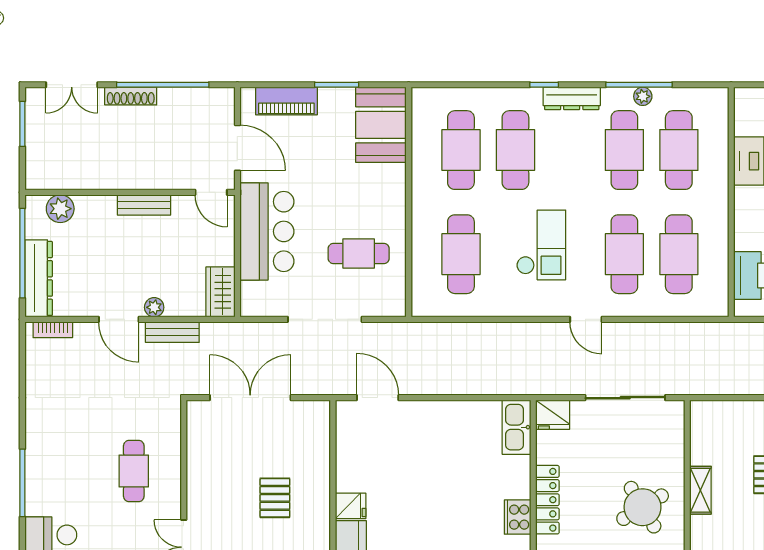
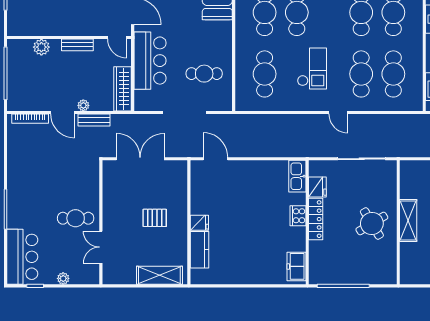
plant: (60, 209) -> (41, 47), moved
dresser: (39, 278) -> (15, 88), removed
wardrobe: (221, 292) -> (123, 89), width x1.50
bookcase: (53, 330) -> (30, 119), width x1.56
fridge: (553, 415) -> (317, 187), moved, turned -90
cafe table: (134, 471) -> (76, 218), moved, turned 90
shelving: (700, 490) -> (408, 220), width x1.50, depth x1.33
pallet: (275, 498) -> (155, 218), turned 90
cooker: (518, 517) -> (298, 216), moved

